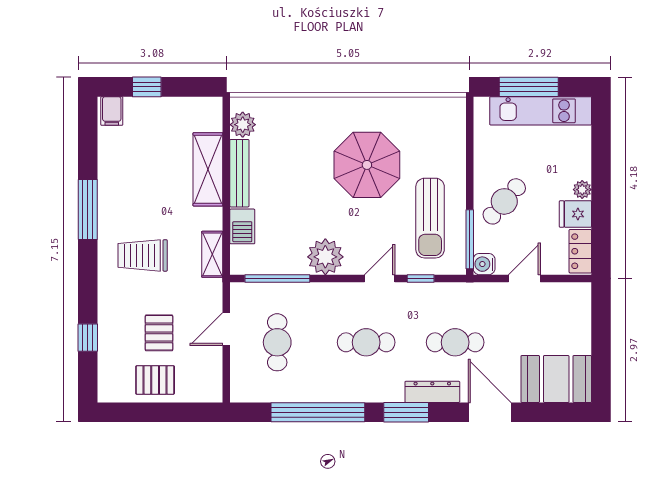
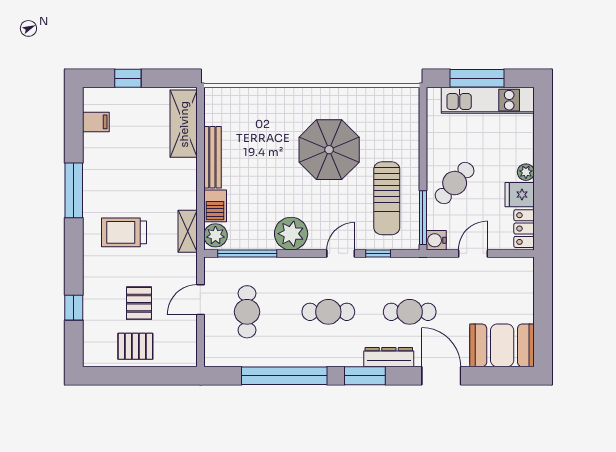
filing cabinet: (112, 111) -> (96, 122), moved, turned -90
plant: (243, 125) -> (215, 235), moved
shelving: (208, 169) -> (184, 124), moved

